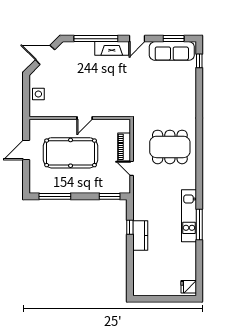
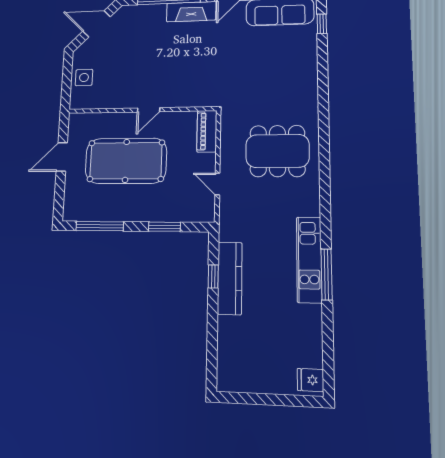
piano: (124, 147) -> (207, 131), moved
window: (110, 196) -> (164, 227), moved
kitchen counter: (140, 235) -> (230, 278), width x1.50

